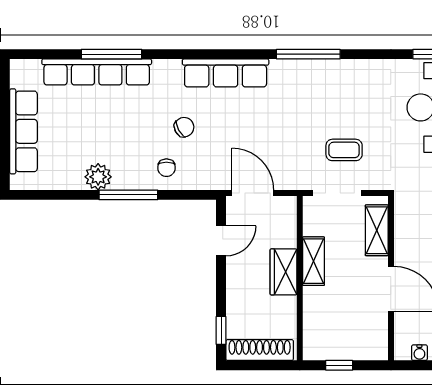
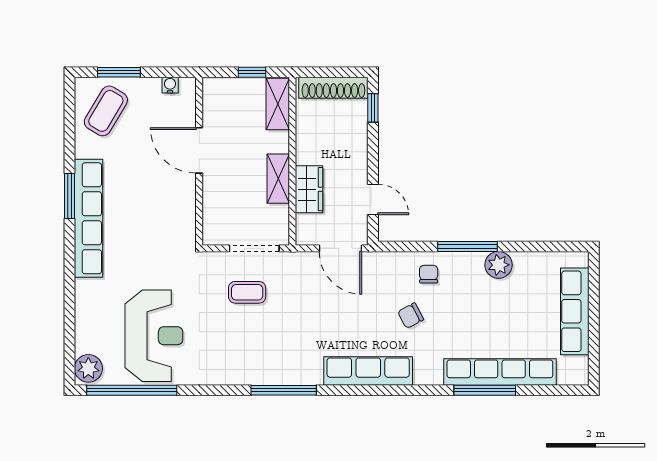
shelving: (377, 230) -> (278, 104), moved
door: (221, 241) -> (373, 199), swing flipped
wardrobe: (283, 272) -> (309, 189), moved

